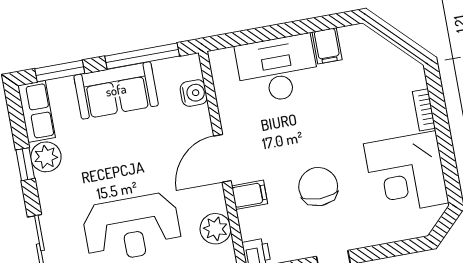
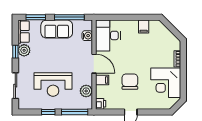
desk: (277, 69) -> (108, 35), moved, turned -90
door: (222, 158) -> (94, 64), swing flipped

